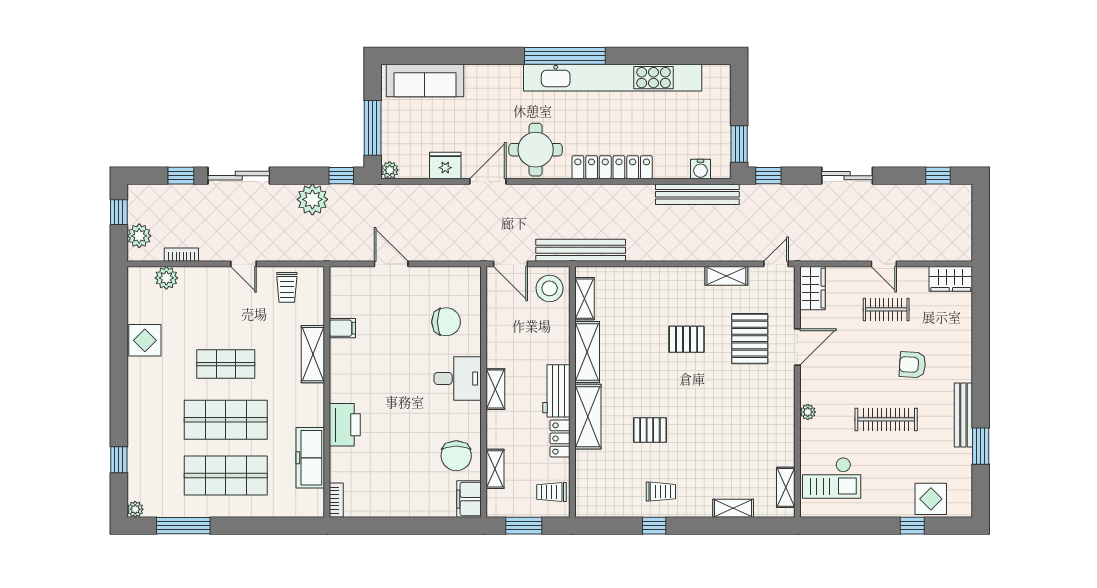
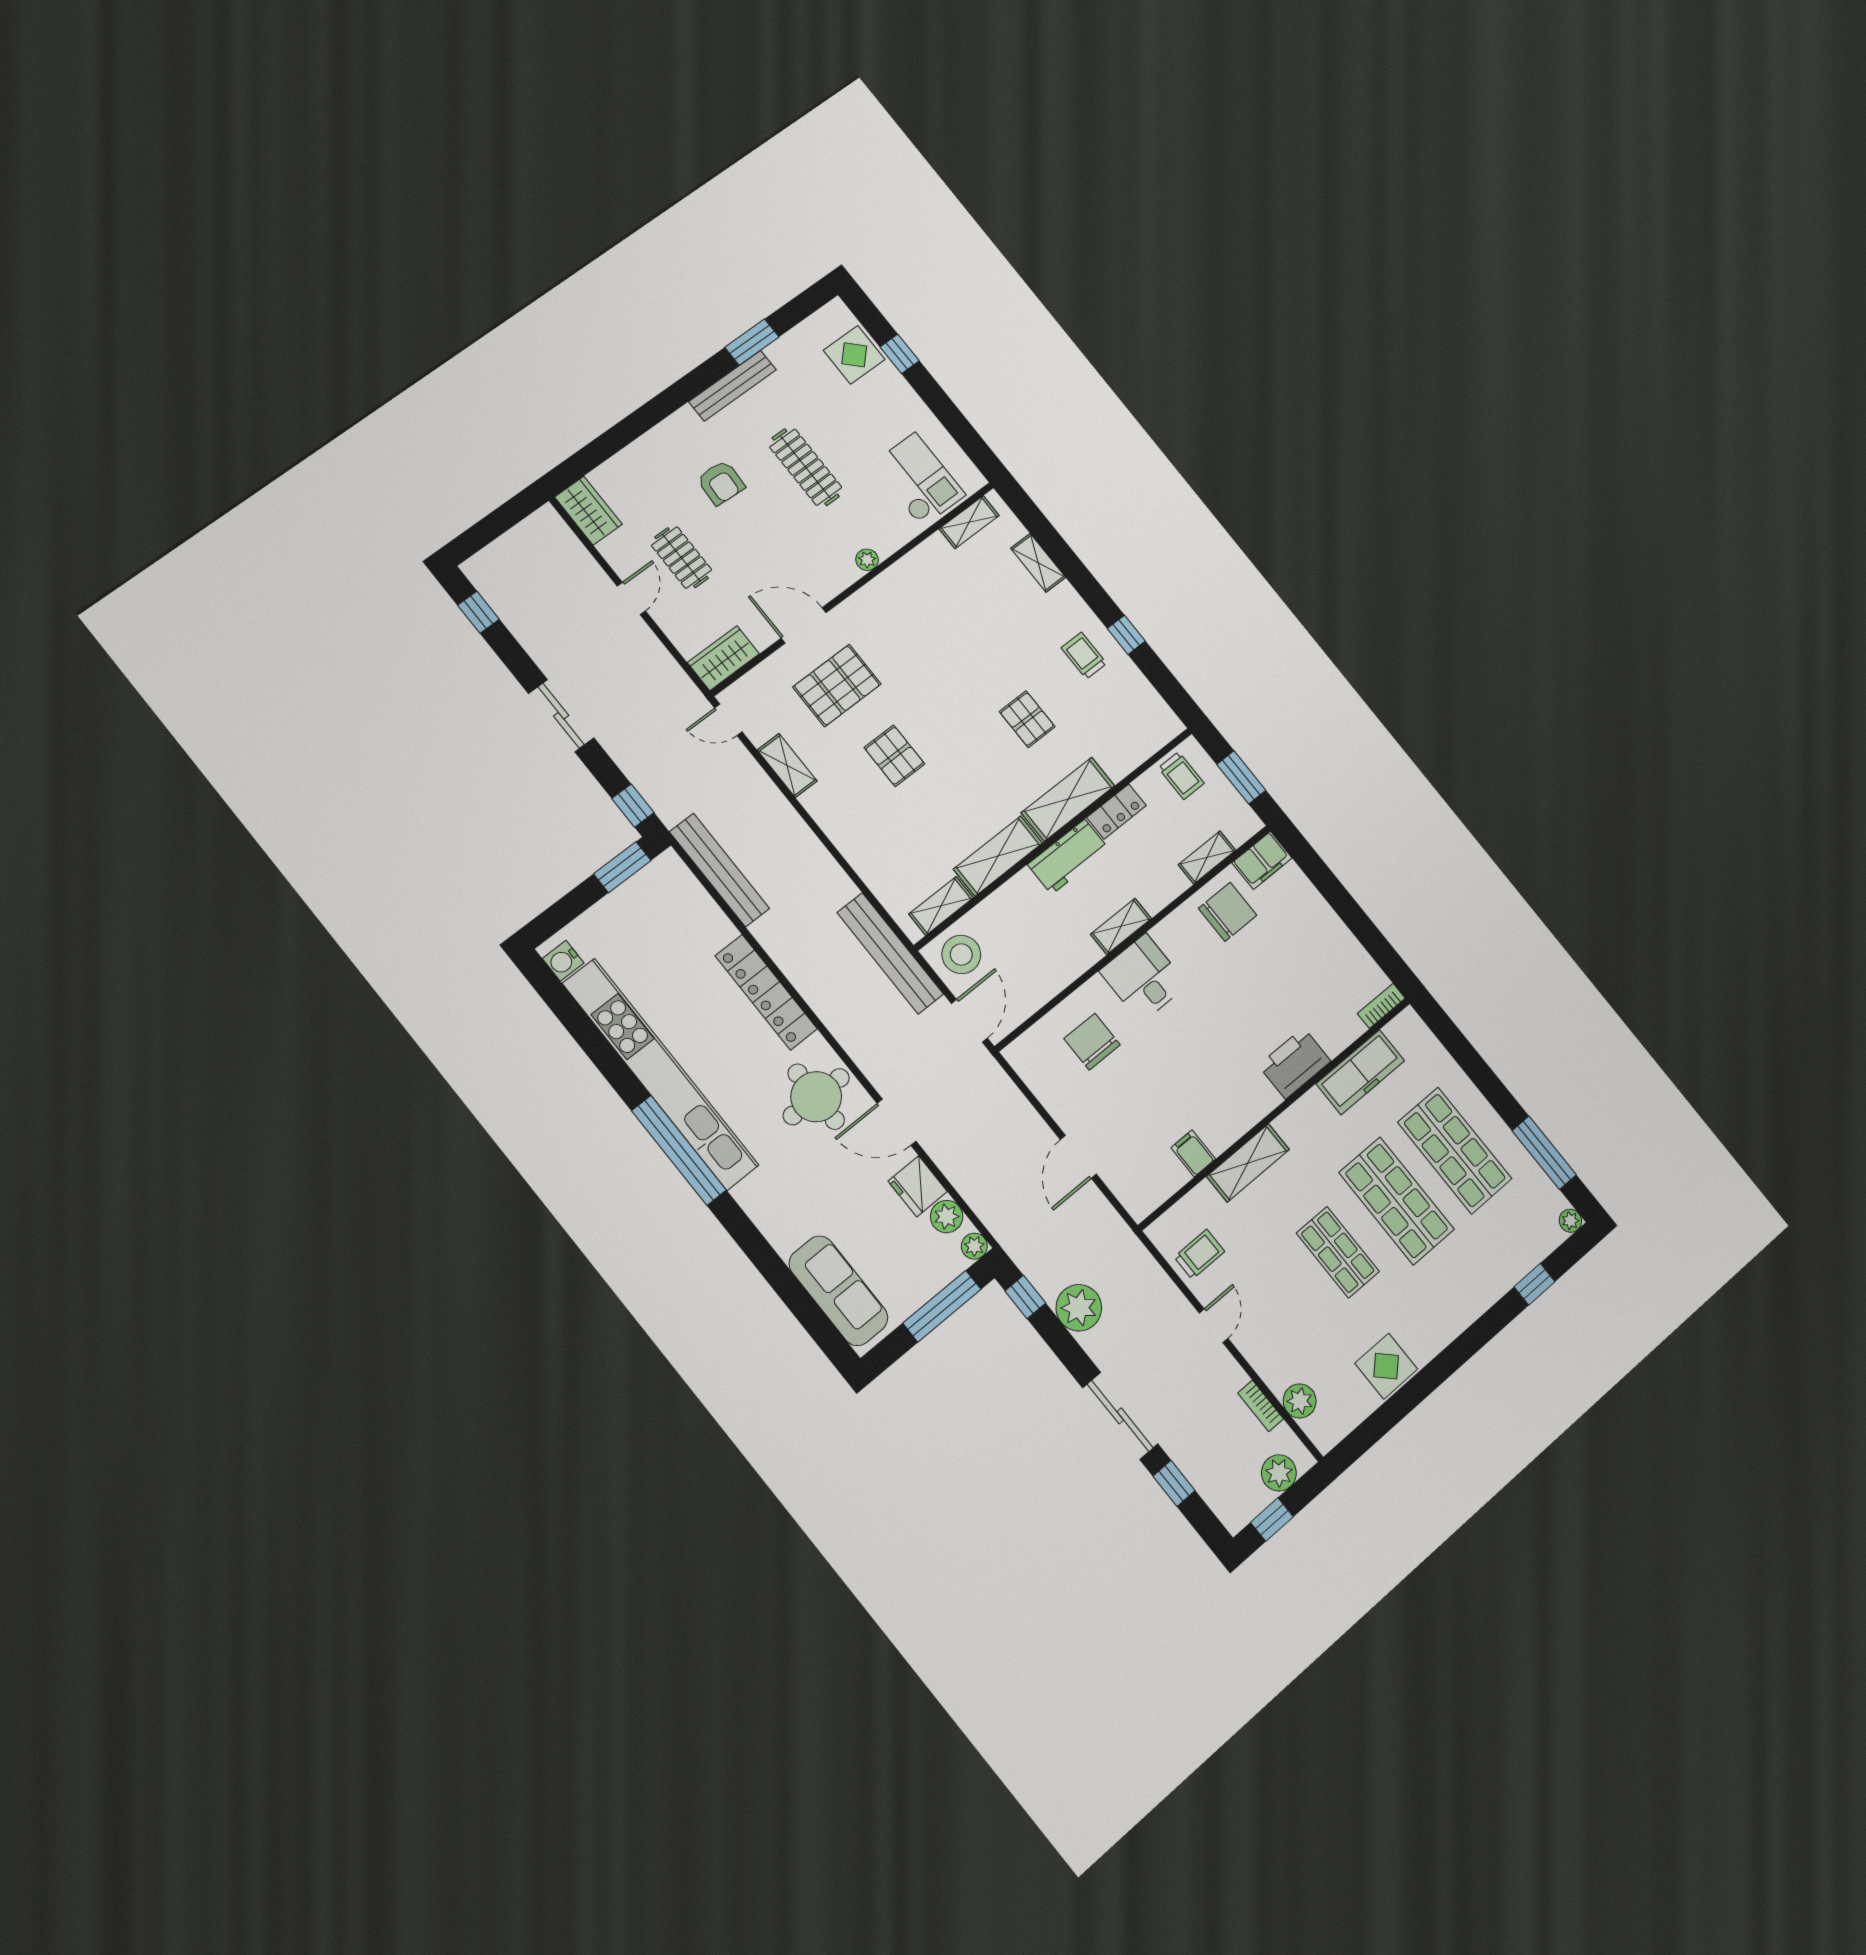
plant: (417, 168) -> (947, 1217), added
water cooler: (701, 169) -> (563, 961), moved, turned 180

